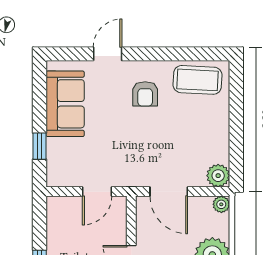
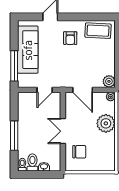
sofa: (65, 104) -> (28, 50), width x1.36
window: (39, 146) -> (14, 66), width x2.17

